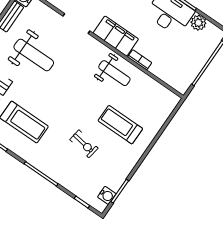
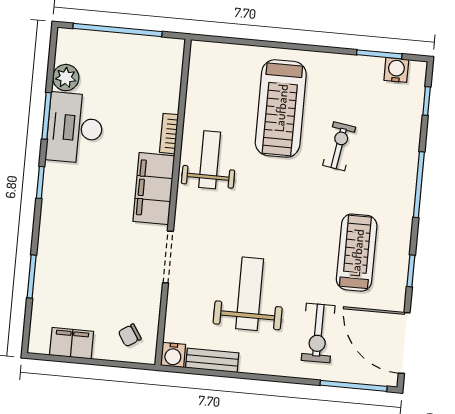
treadmill: (120, 125) -> (281, 108), width x1.37, depth x1.38

